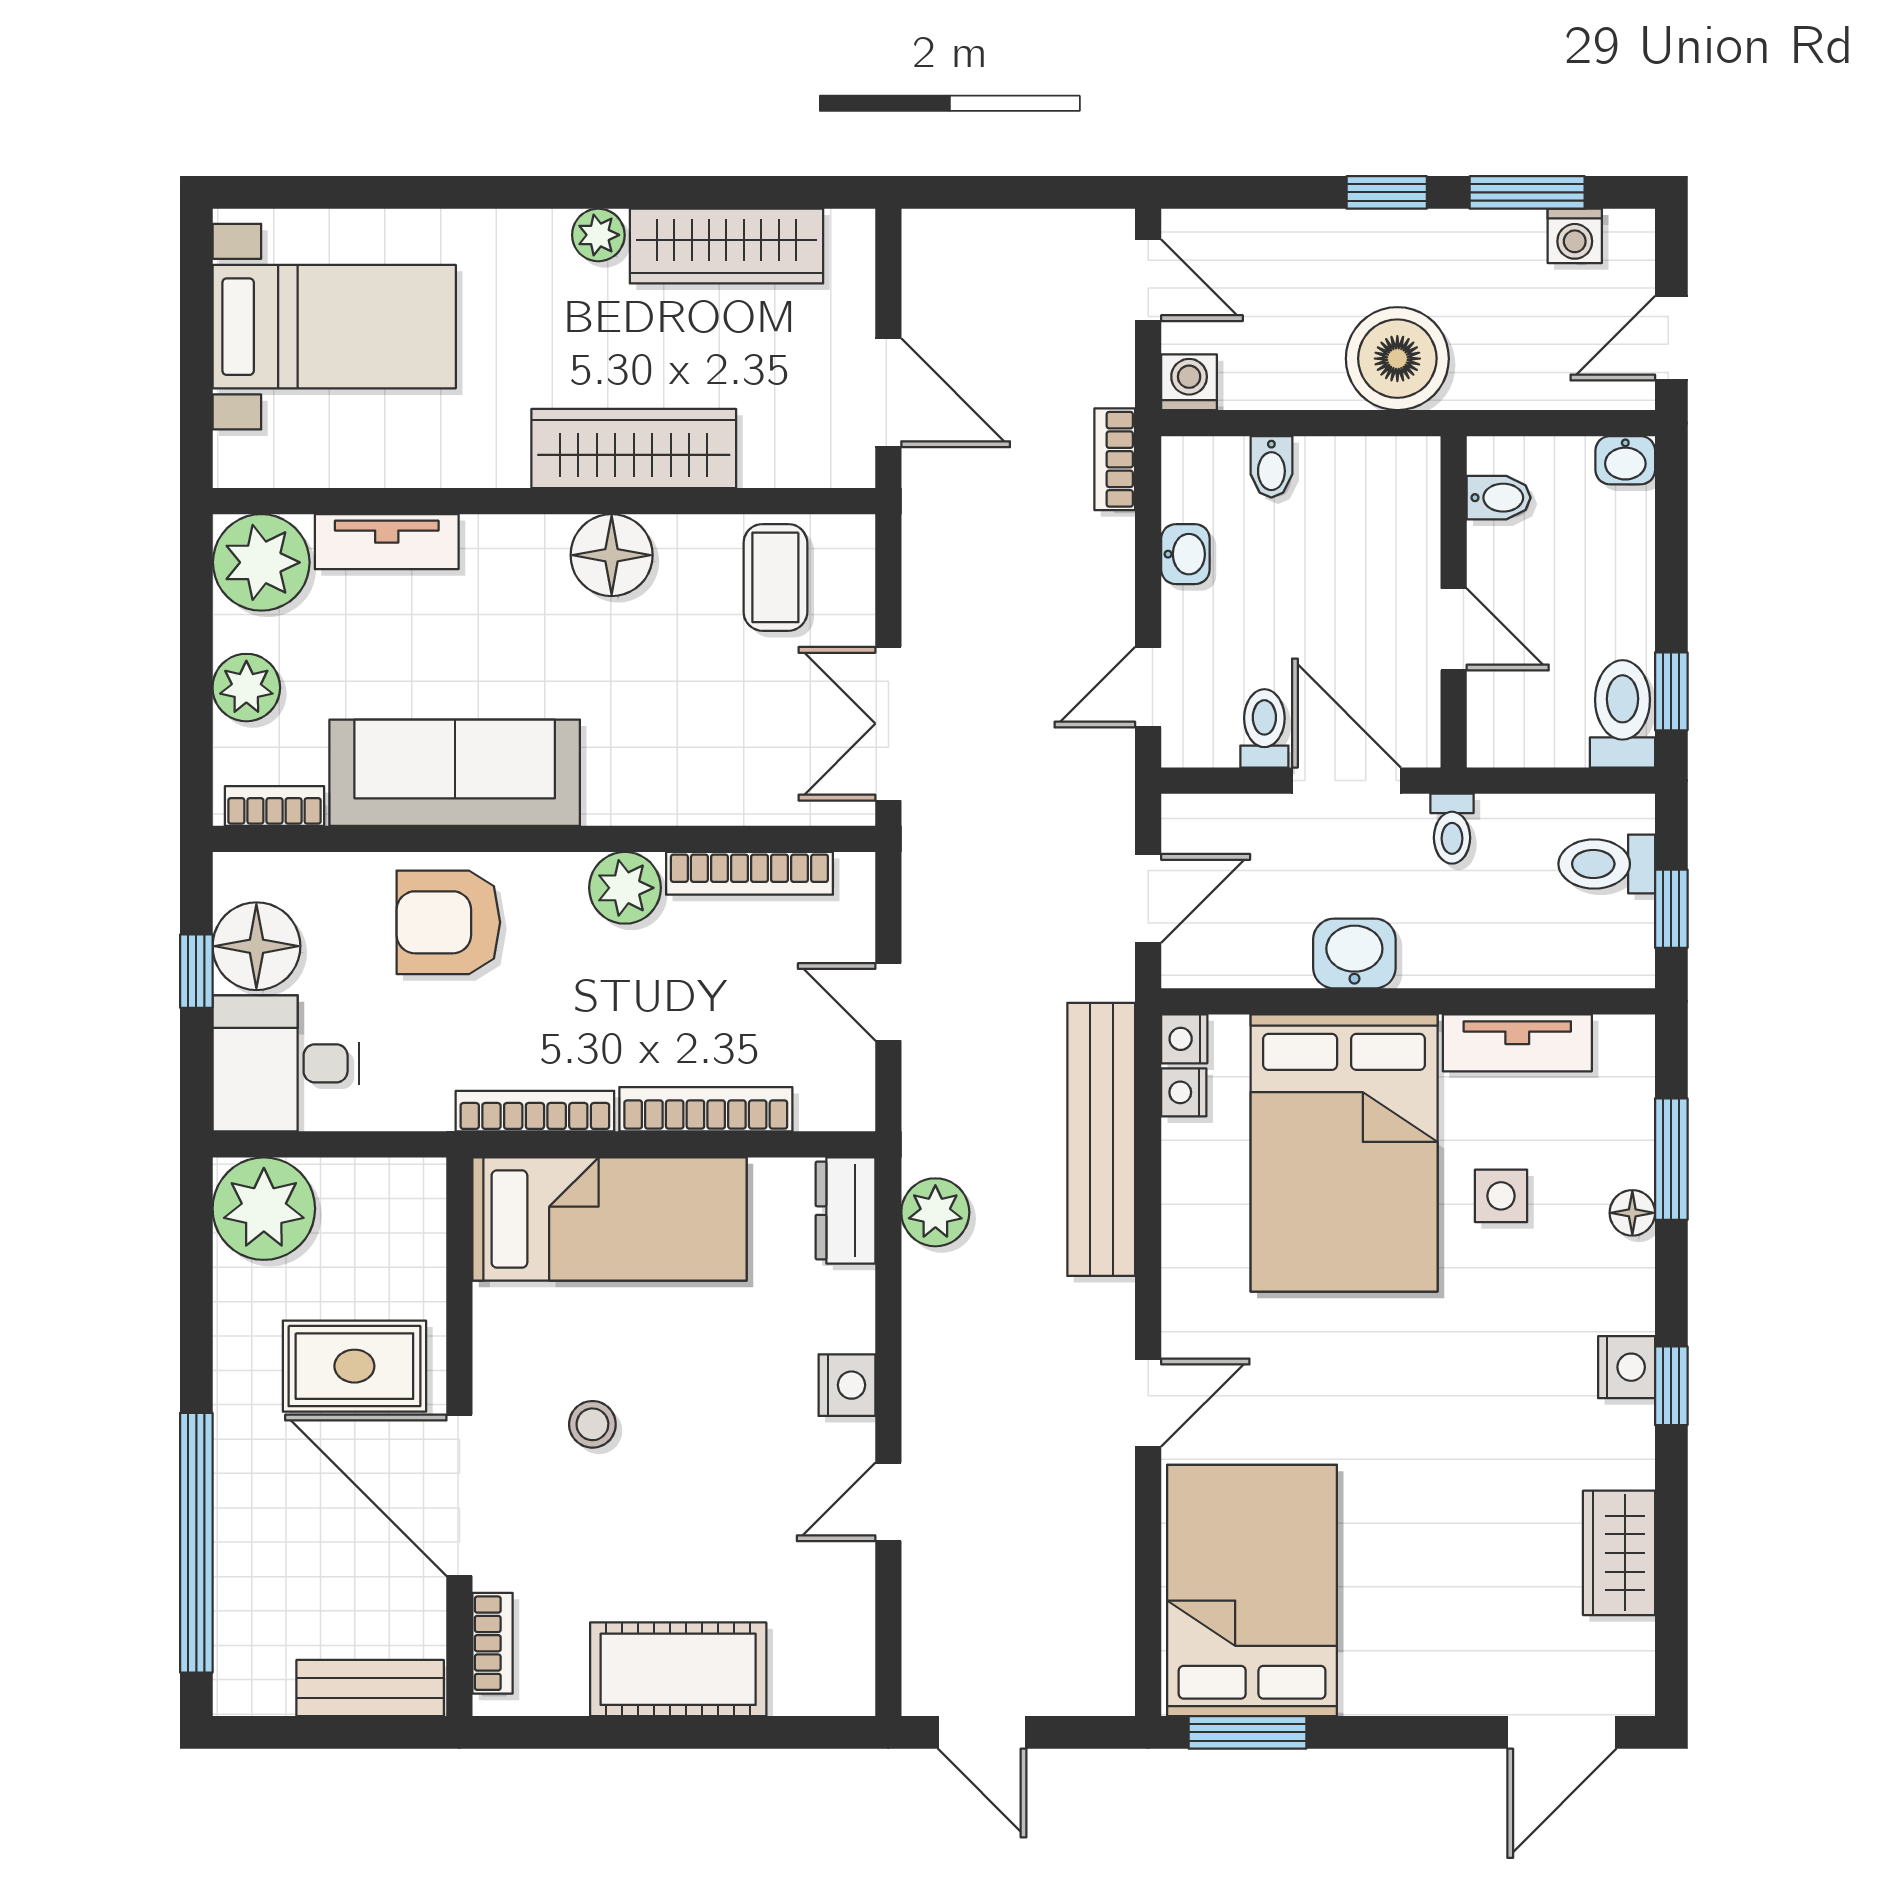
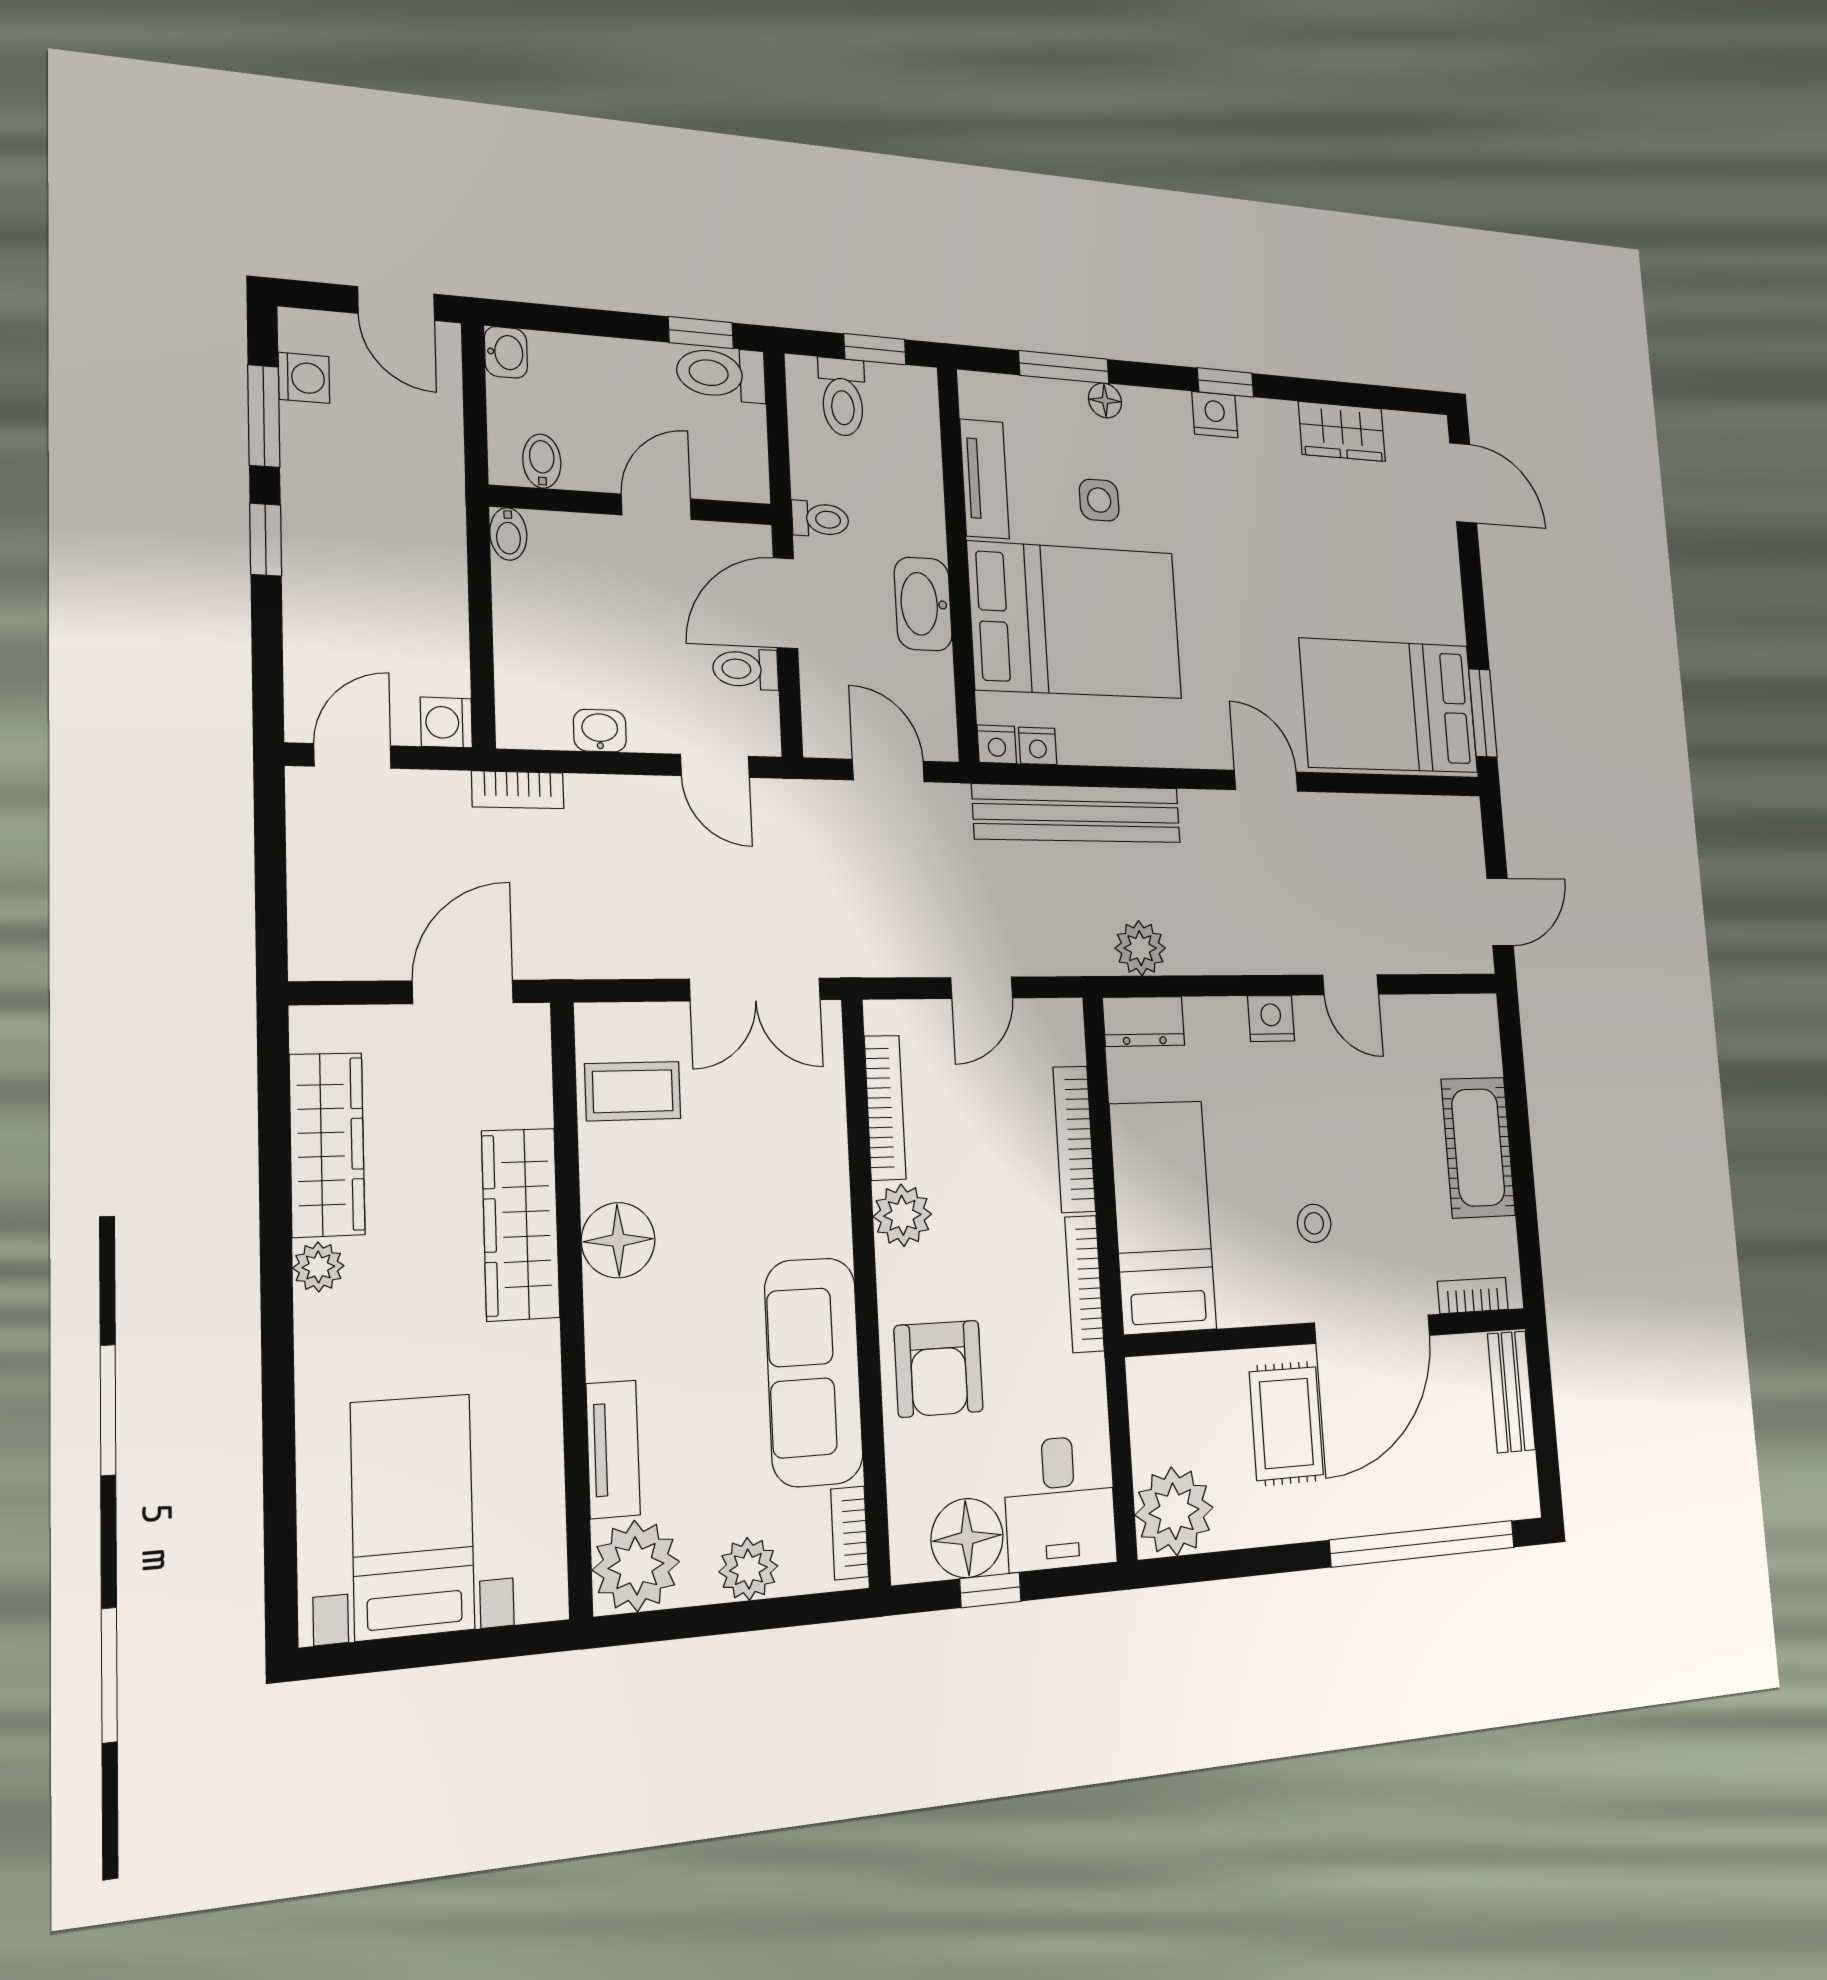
boiler: (1397, 359) -> (420, 539), removed
bidet: (1271, 467) -> (508, 534), moved, turned 90
washbasin: (1354, 954) -> (923, 604), width x1.38

